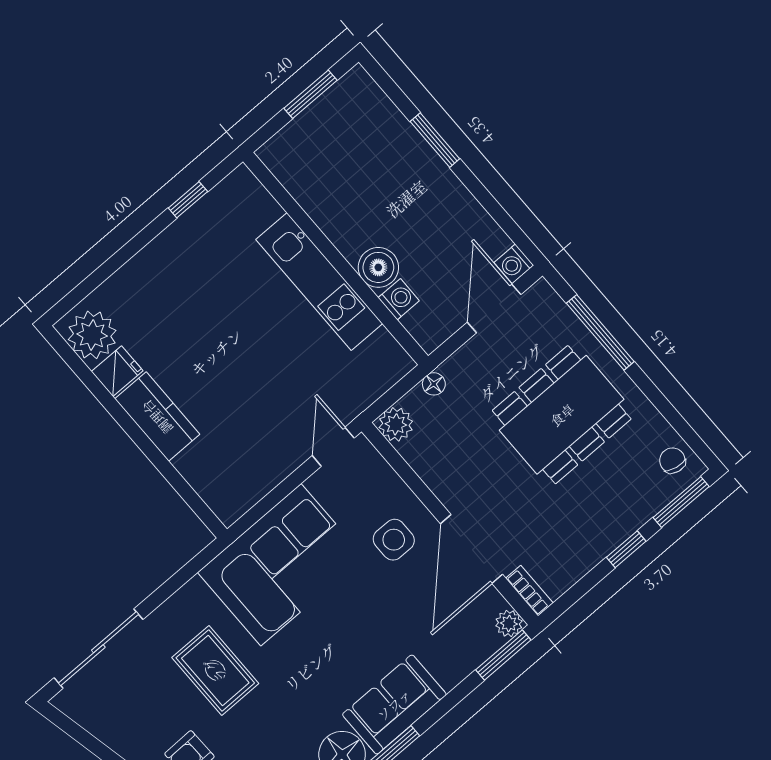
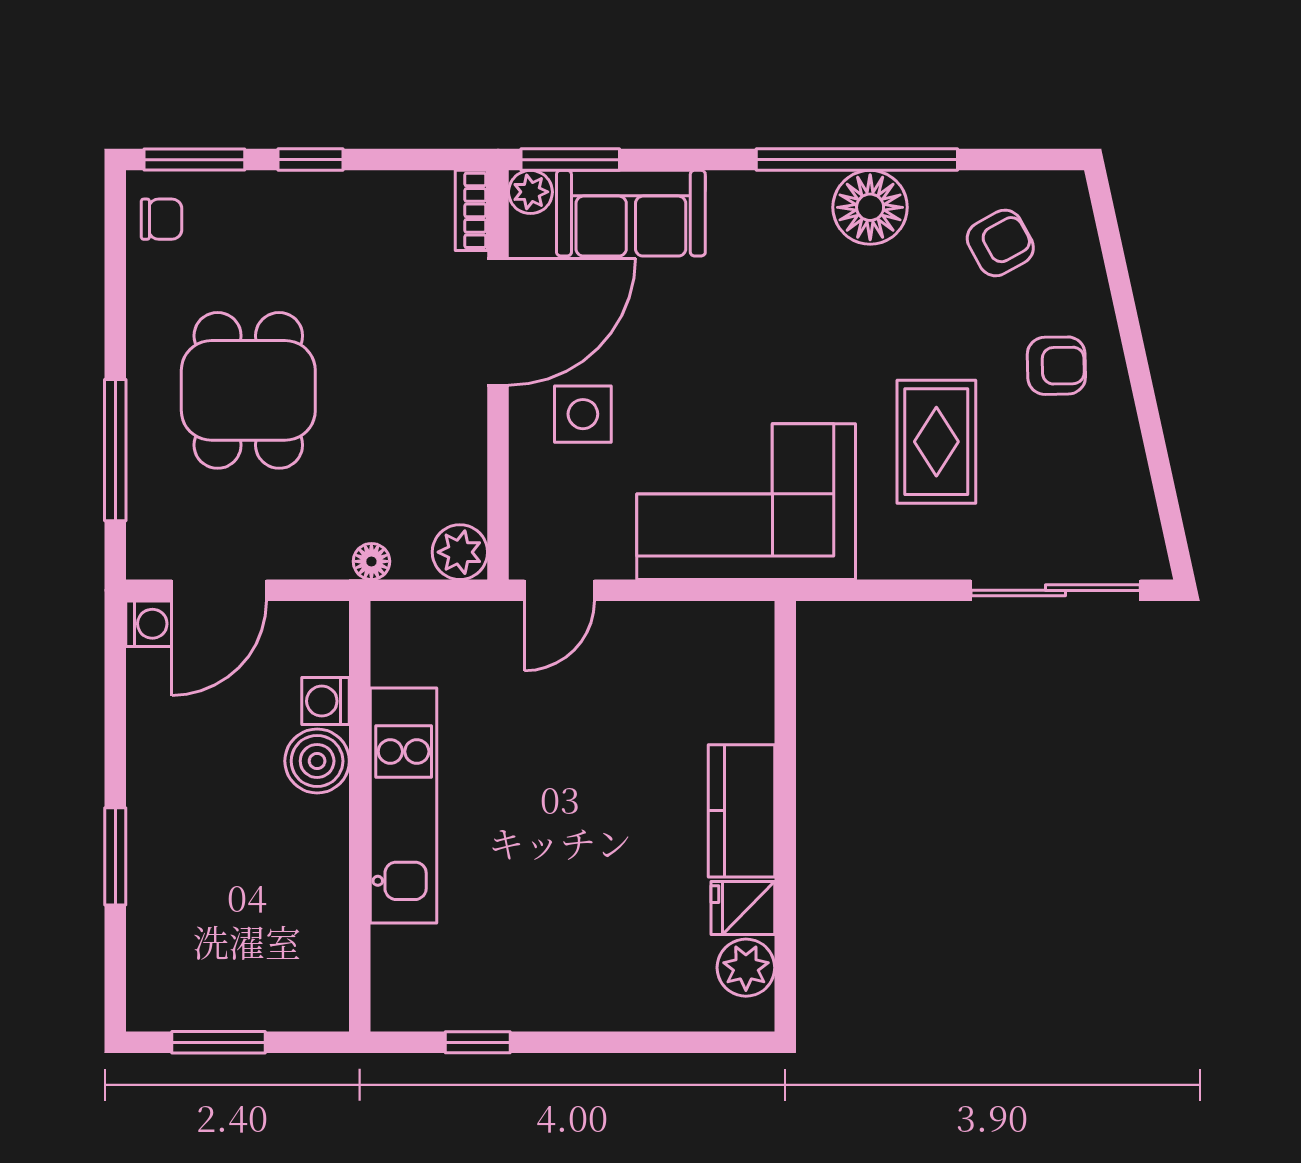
plant: (92, 335) -> (746, 968), width x0.73, depth x0.73
dining table: (562, 415) -> (248, 390), width x0.73
chair: (672, 460) -> (162, 219), turned -101
sofa: (394, 705) -> (631, 213), moved

